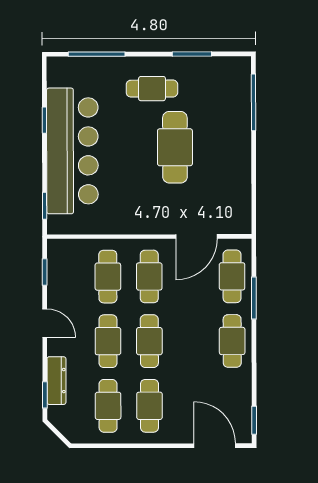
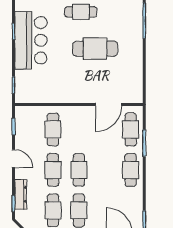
cafe table: (175, 147) -> (95, 49), turned 90
bar counter: (72, 151) -> (31, 40), width x0.73
cafe table: (149, 276) -> (79, 129), removed

